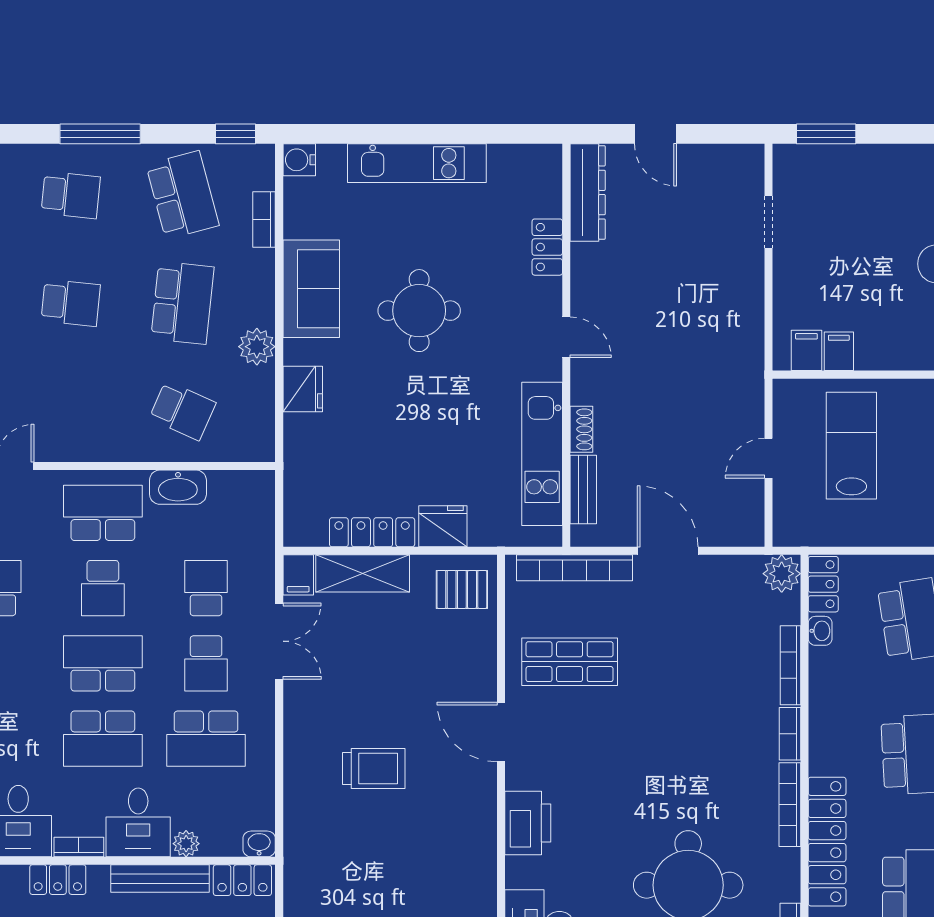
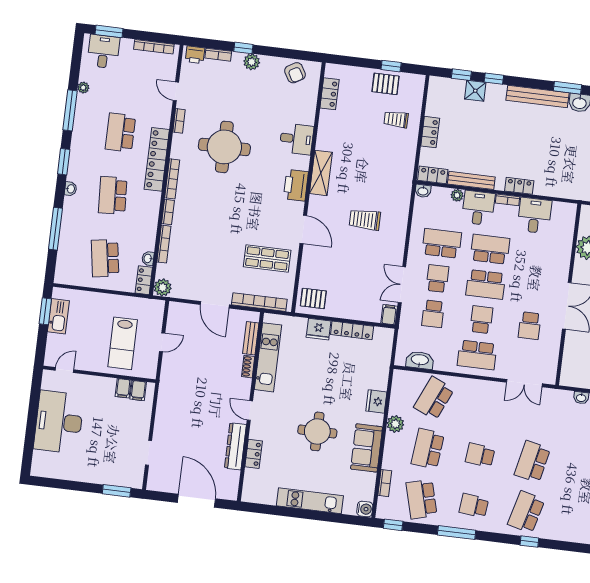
door: (655, 134) -> (196, 501), width x1.88
dresser: (588, 192) -> (235, 446), moved
school desk: (182, 411) -> (434, 398), width x1.85
washbasin: (178, 487) -> (420, 360), moved
shelving: (363, 573) -> (321, 173), moved, turned 90

